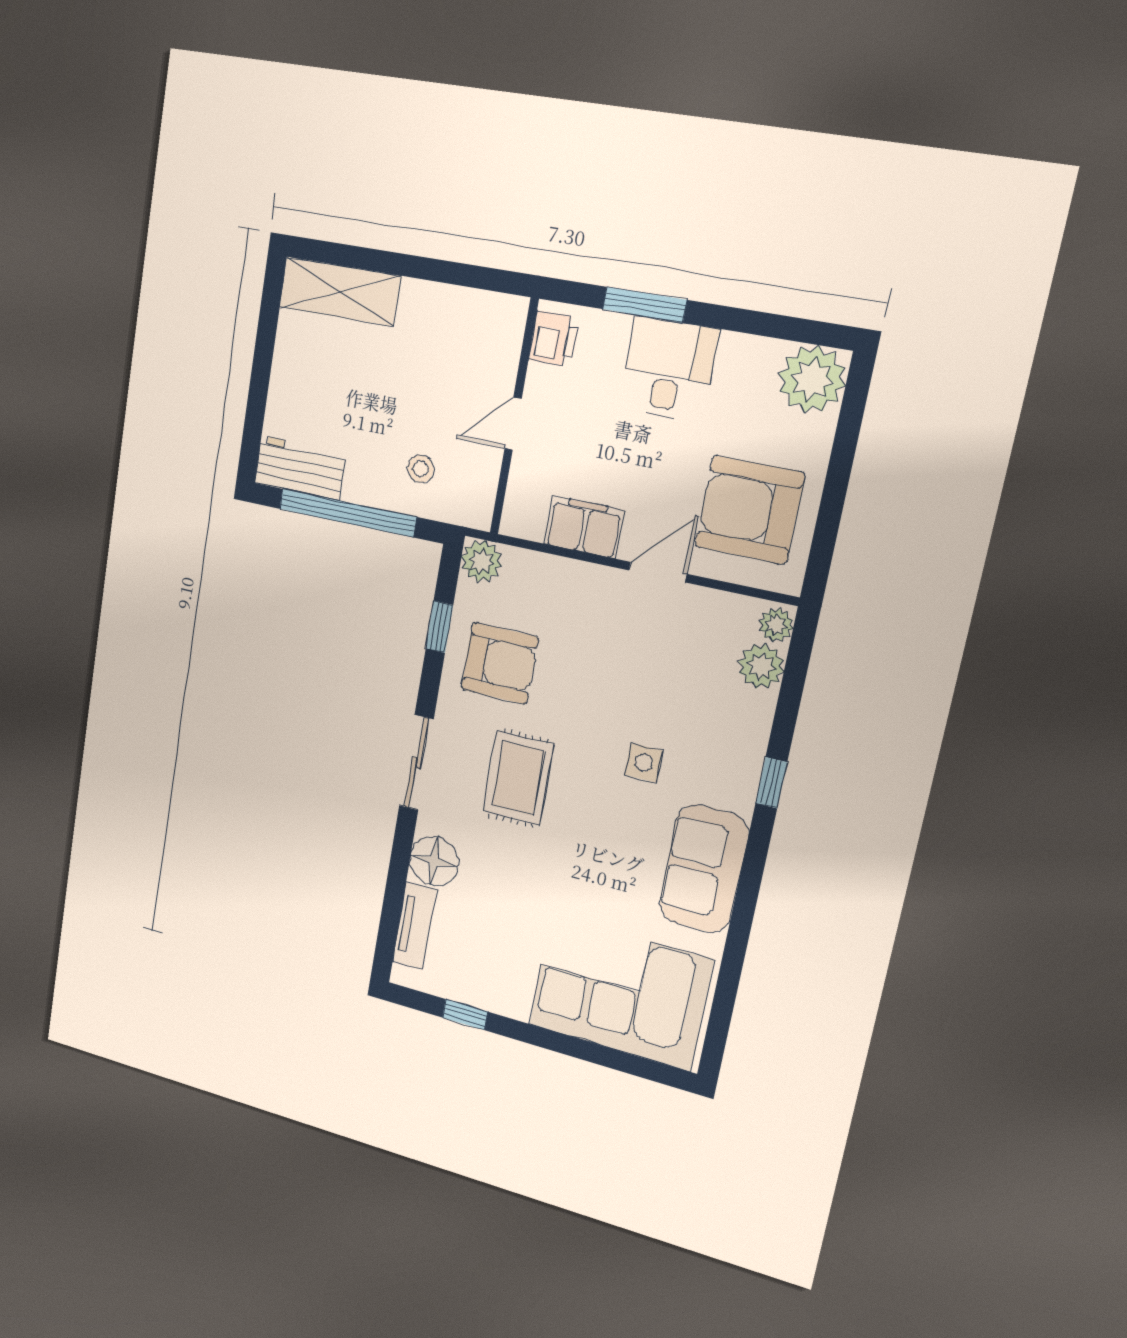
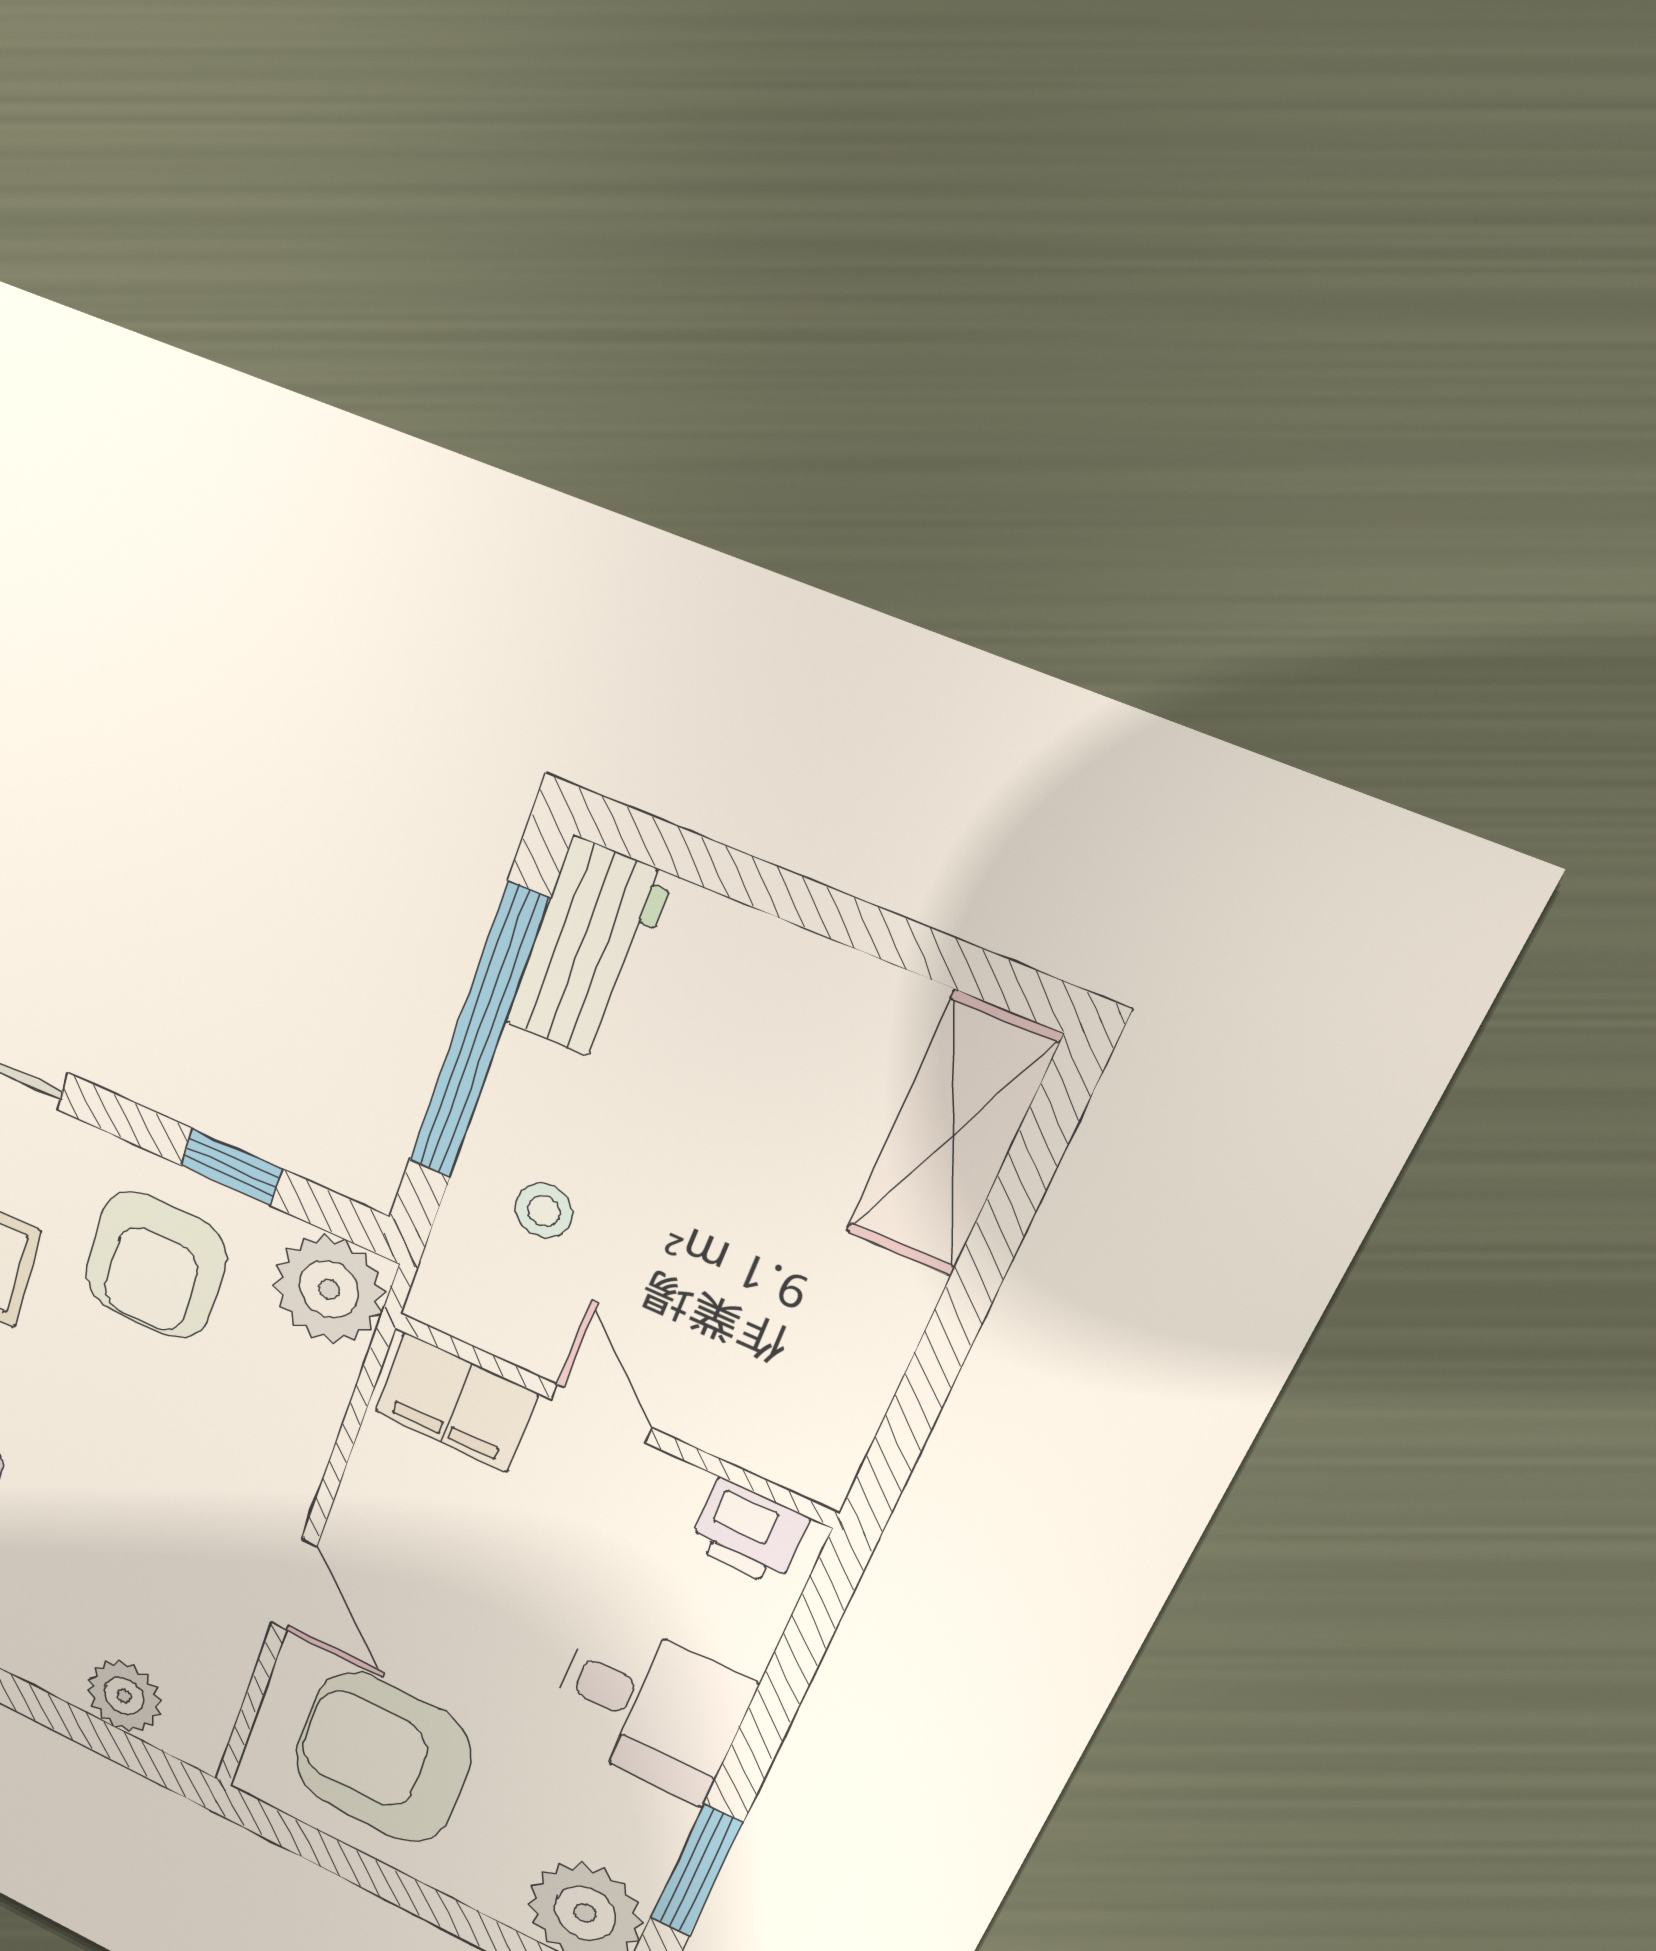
window: (645, 305) -> (696, 1870), moved
armchair: (749, 510) -> (382, 1757), turned -90
filing cabinet: (584, 527) -> (456, 1403), moved, turned 90
plant: (481, 561) -> (329, 1289), width x1.36, depth x1.36
plant: (776, 625) -> (189, 1738), removed

